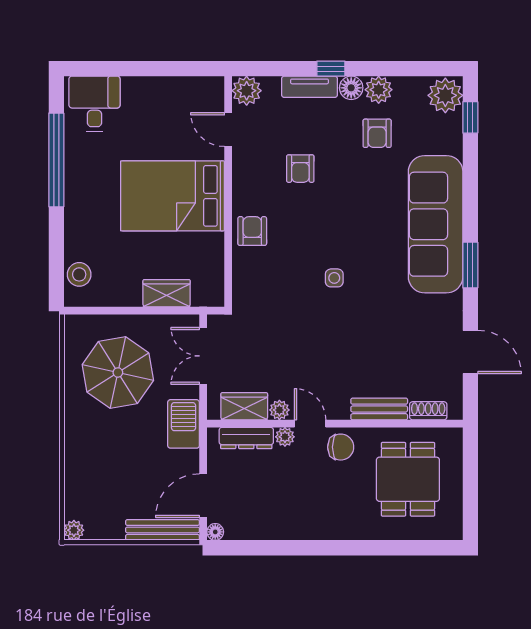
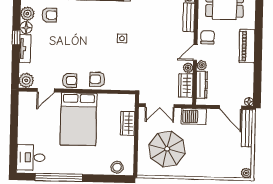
armchair: (300, 169) -> (69, 81), moved
piano: (325, 525) -> (247, 46), added

